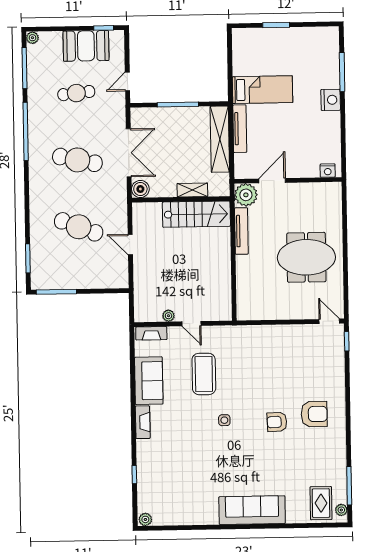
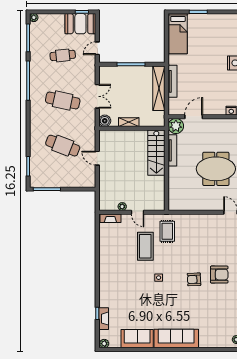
booth: (86, 46) -> (80, 24), moved
bed: (263, 90) -> (178, 34), moved, turned 90
double door: (129, 153) -> (97, 96), width x0.73
shelving: (192, 190) -> (129, 122), moved
stairs: (196, 214) -> (156, 153), moved, turned 90
sofa: (149, 381) -> (137, 339), moved, turned -90
fireplace: (143, 422) -> (104, 319), moved
rug: (321, 503) -> (167, 231), moved

